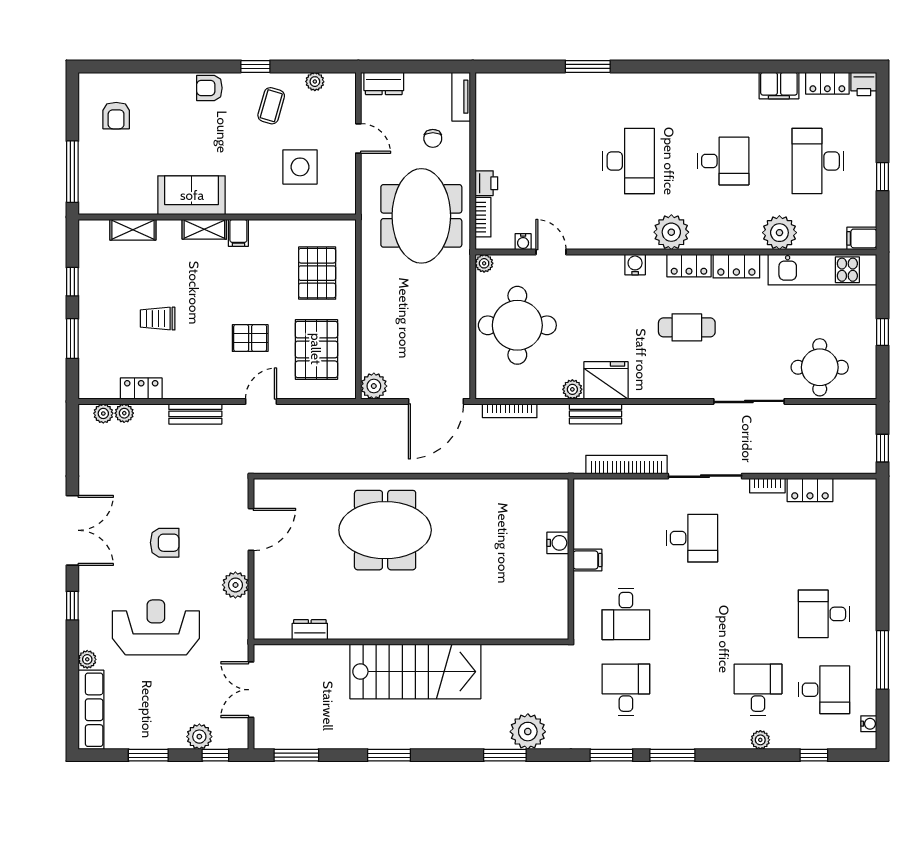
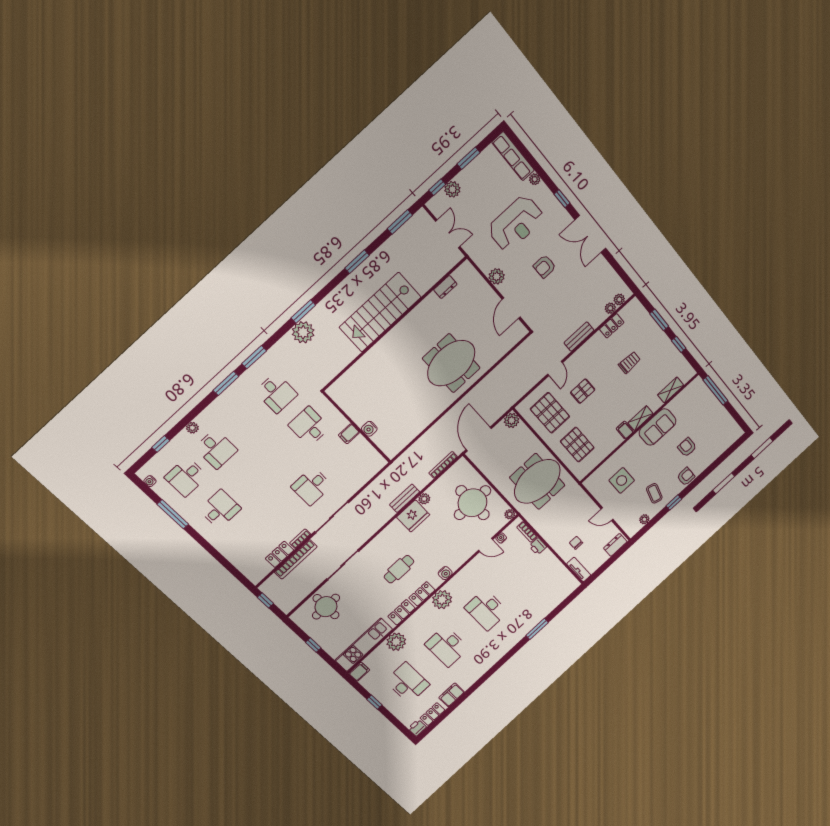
armchair: (116, 116) -> (687, 447), moved
desk: (723, 161) -> (447, 646), width x1.37
meeting table: (421, 216) -> (537, 481), moved, turned 90
bookcase: (626, 465) -> (296, 559), moved

